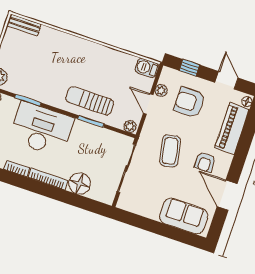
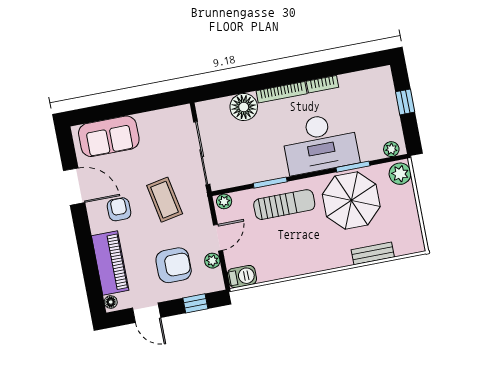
bench: (24, 25) -> (373, 253), moved
parasol: (42, 78) -> (351, 200), added
door: (148, 104) -> (218, 238), hinge flipped

